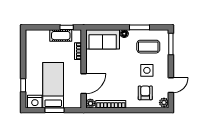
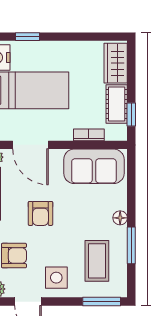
wardrobe: (38, 36) -> (116, 63), added
sofa: (103, 39) -> (94, 166), moved, turned -90
side table: (147, 70) -> (56, 278), moved
armchair: (122, 78) -> (40, 213), added

